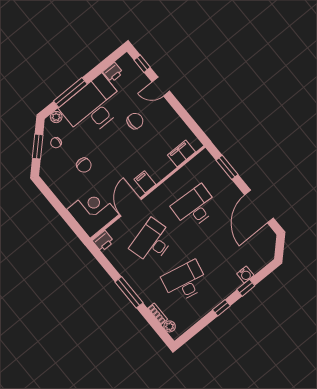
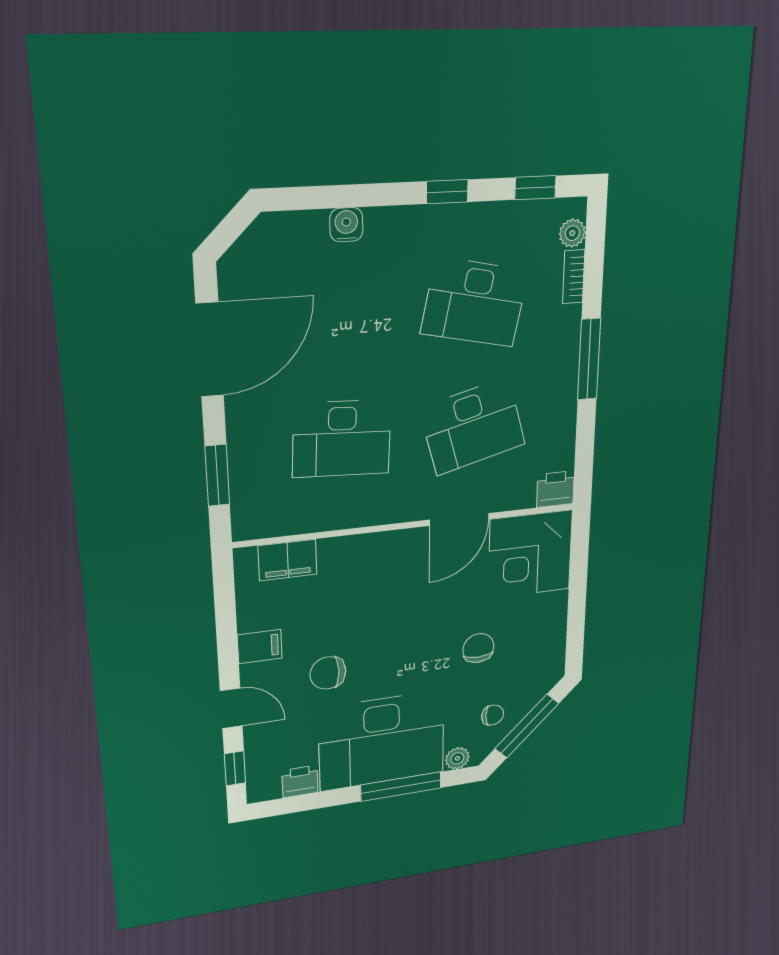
window: (38, 147) -> (527, 726), width x1.44
filing cabinet: (145, 182) -> (260, 647), moved, turned -90
window: (246, 288) -> (535, 188), moved

